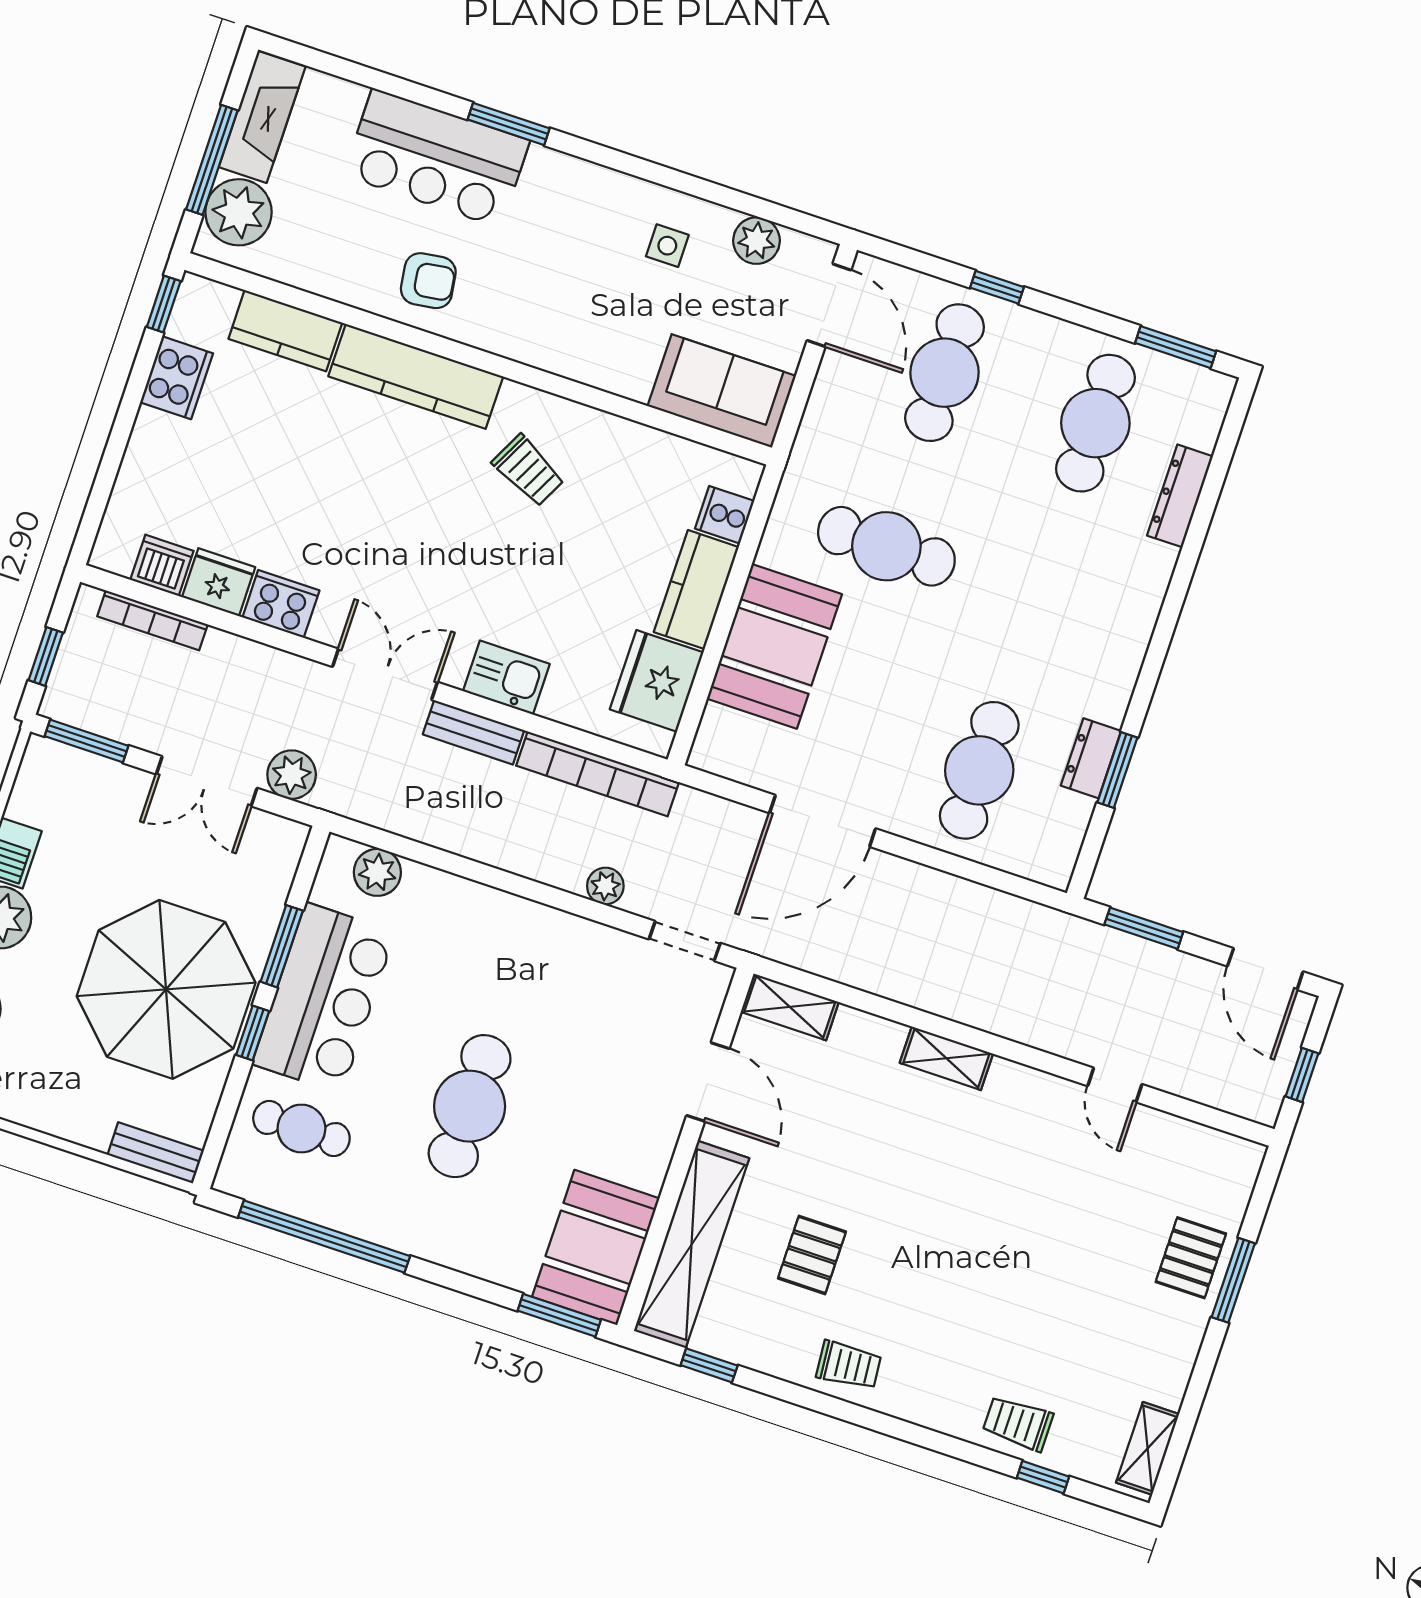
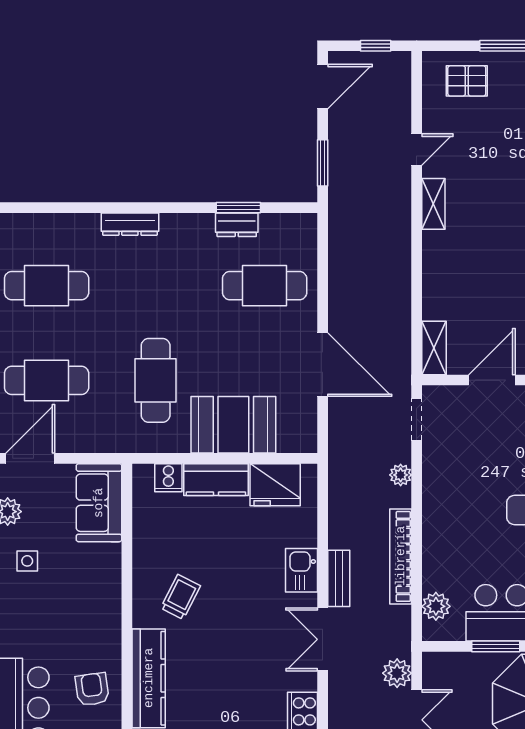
dresser: (1180, 496) -> (130, 224), moved
bookcase: (598, 774) -> (401, 556), moved, turned 180
shelving: (946, 1058) -> (433, 204), moved
pallet: (1191, 1258) -> (467, 81), moved

